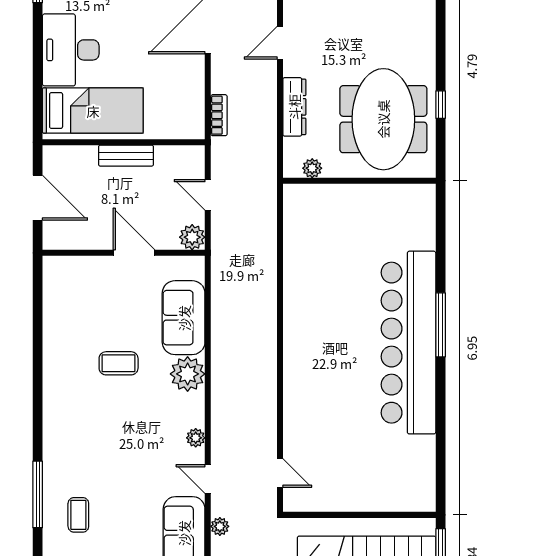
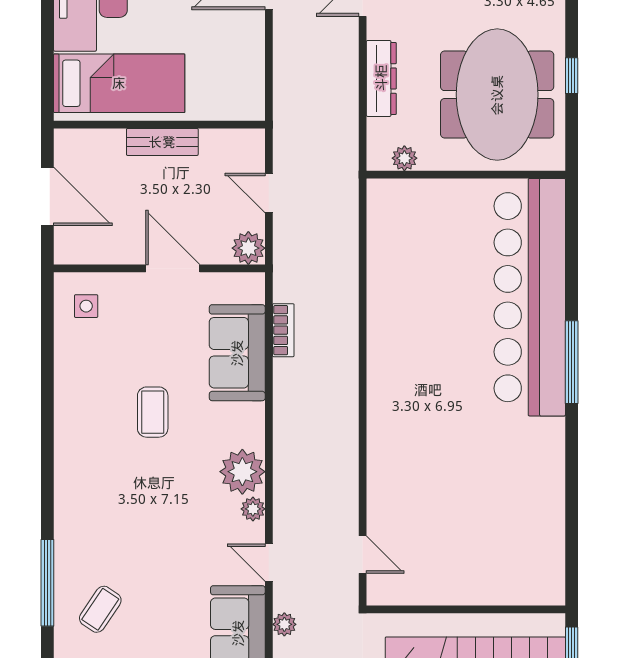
bookcase: (219, 115) -> (283, 330), moved
side table: (67, 282) -> (86, 306), added
bar counter: (408, 343) -> (530, 297), moved
coffee table: (119, 363) -> (153, 412), turned 90
plant: (188, 374) -> (242, 472), moved
coffee table: (78, 515) -> (100, 609), turned 34

